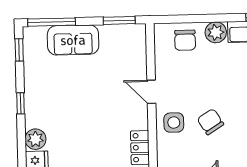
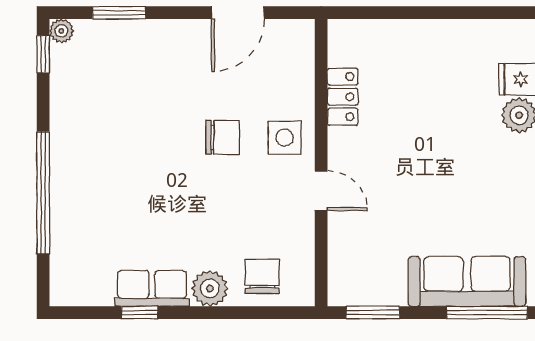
sofa: (73, 40) -> (467, 281), width x1.36
chair: (210, 122) -> (223, 138), turned -58

